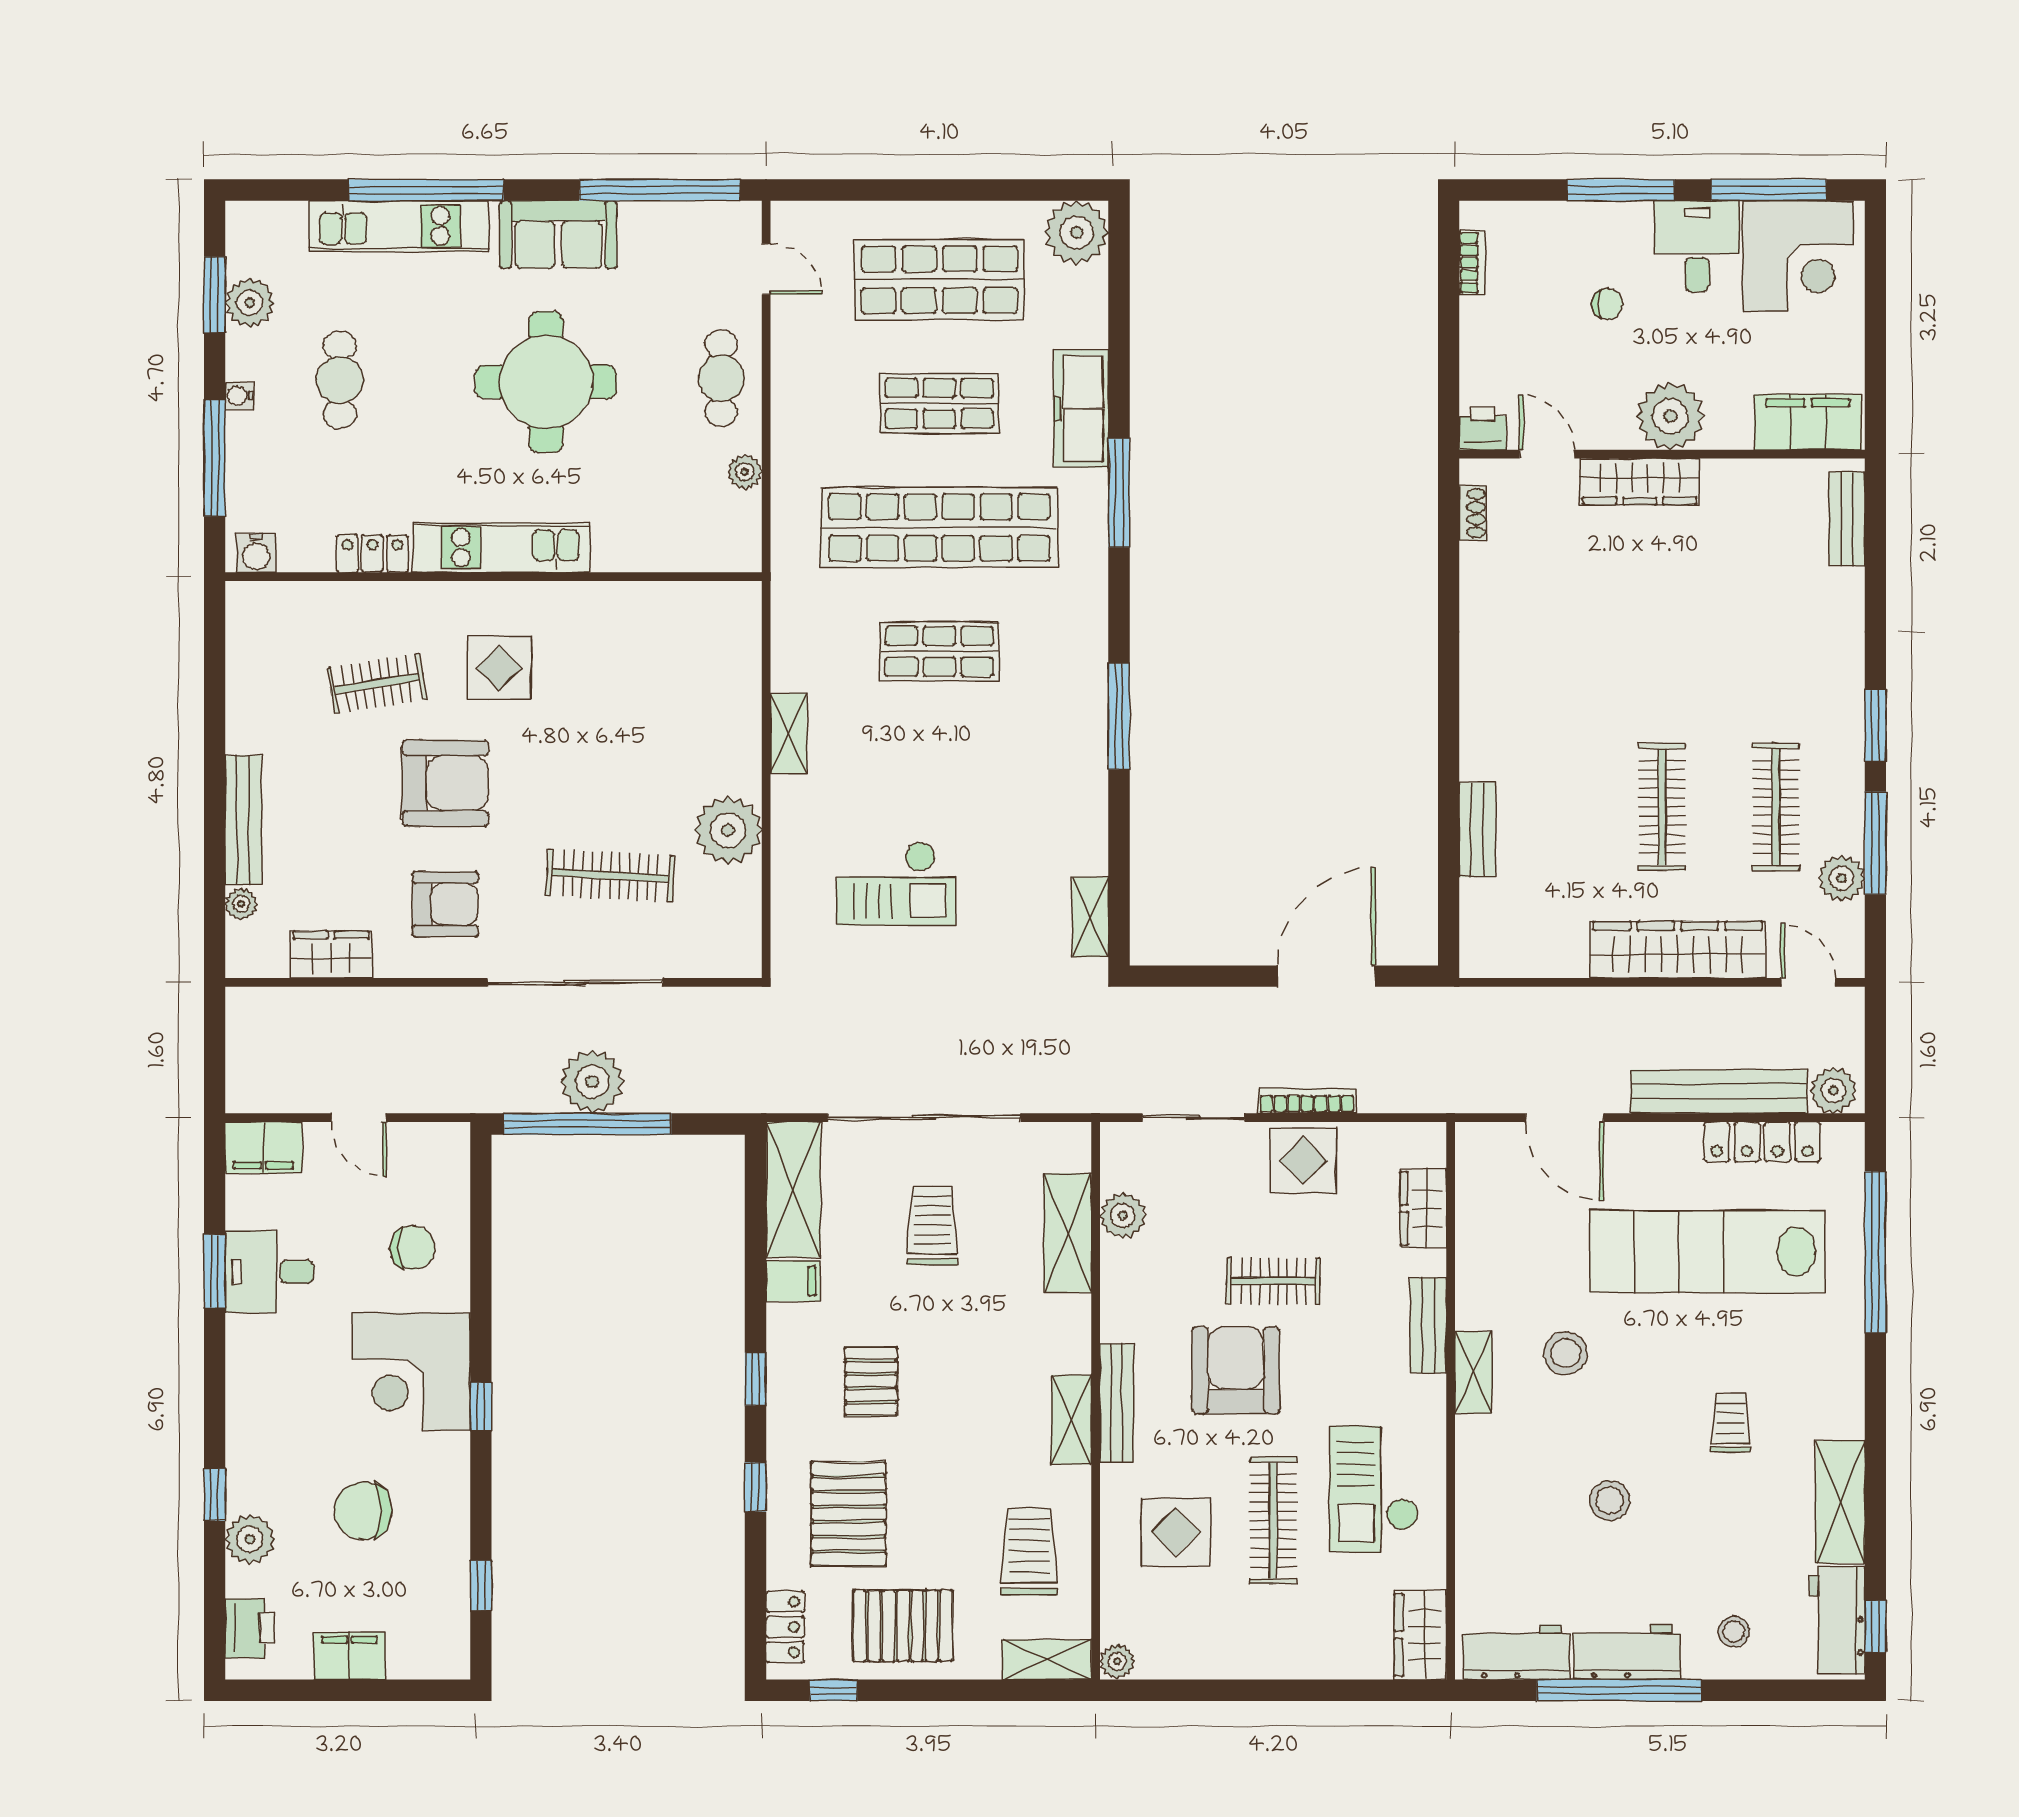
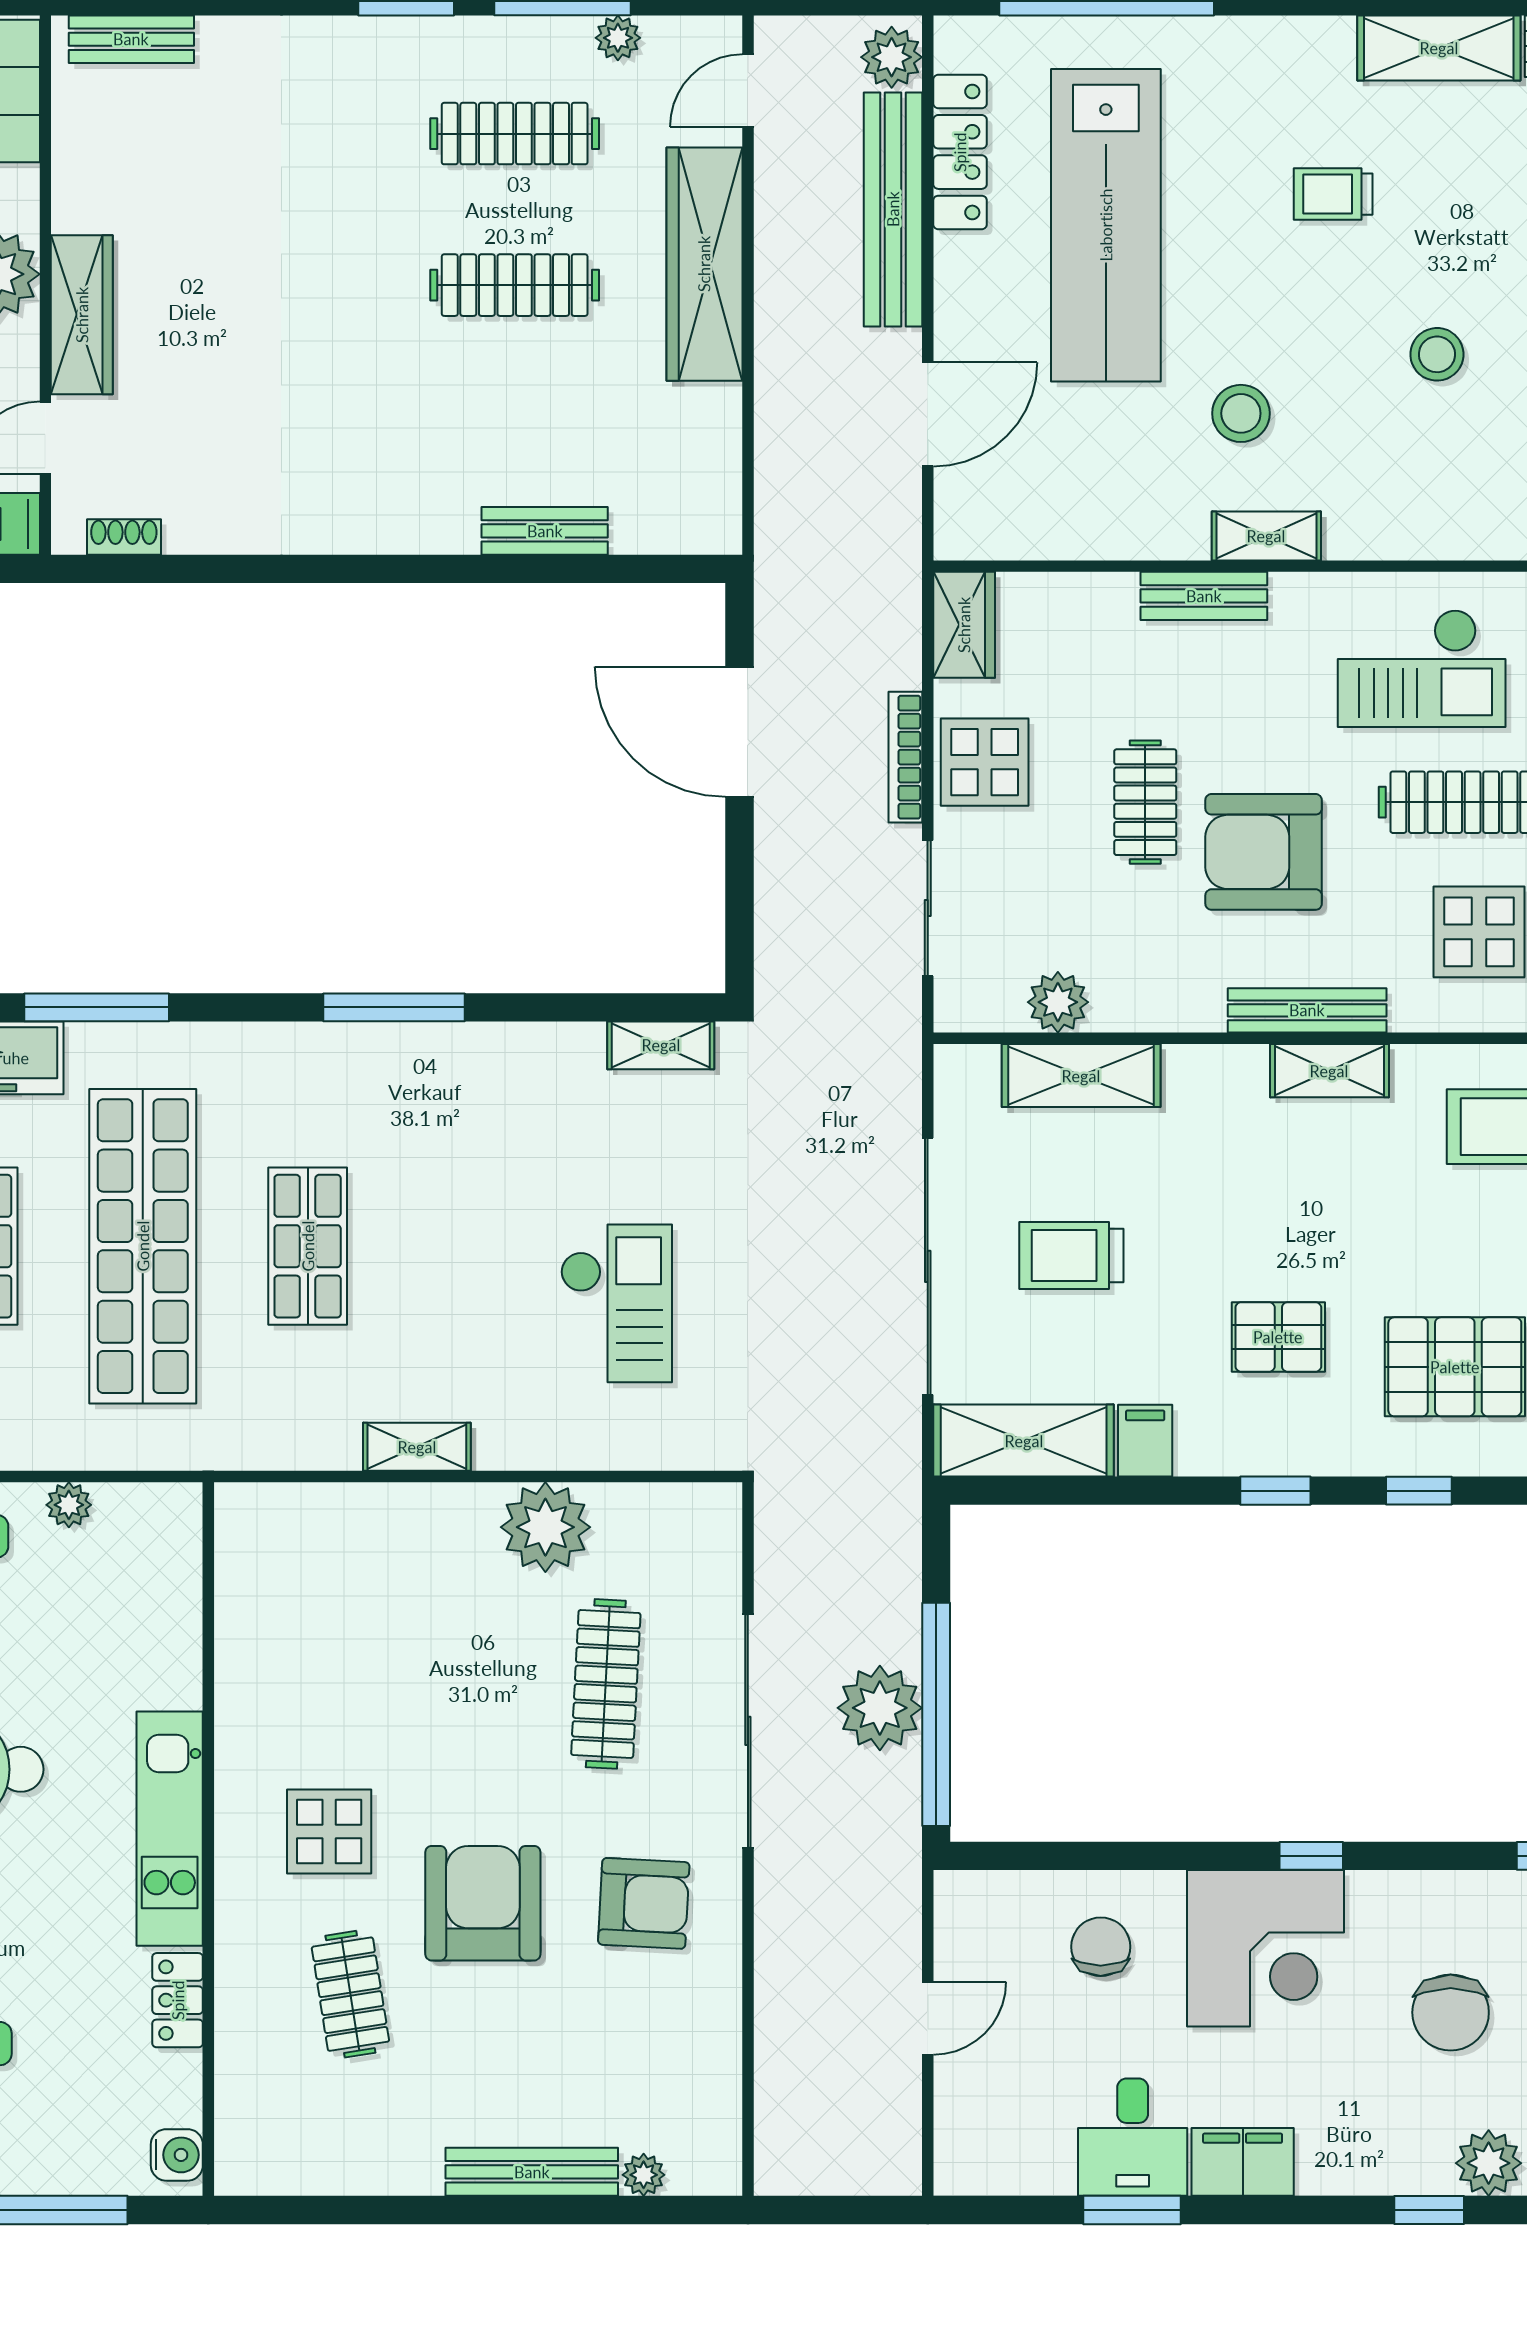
plant: (1842, 878) -> (618, 38), width x0.73, depth x0.73
armchair: (445, 904) -> (644, 1903), turned 93
wardrobe: (331, 955) -> (711, 2055), removed
filing cabinet: (264, 1147) -> (1243, 2162), moved, turned -90
wardrobe: (1423, 1209) -> (964, 625), moved, turned -90

